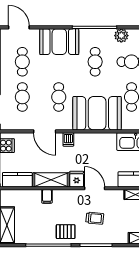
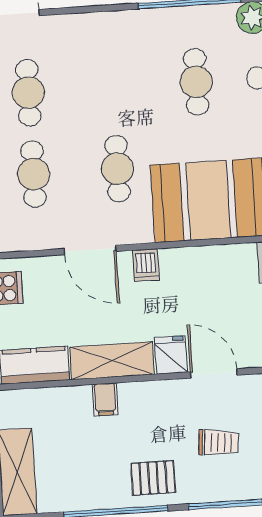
booth: (59, 42) -> (110, 41), removed

